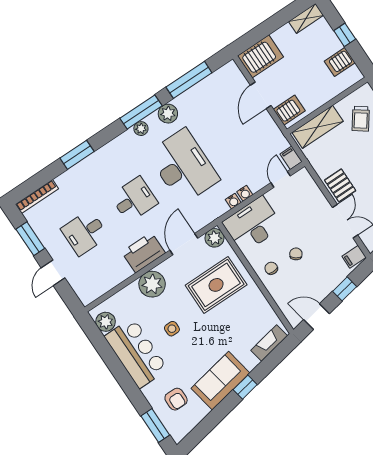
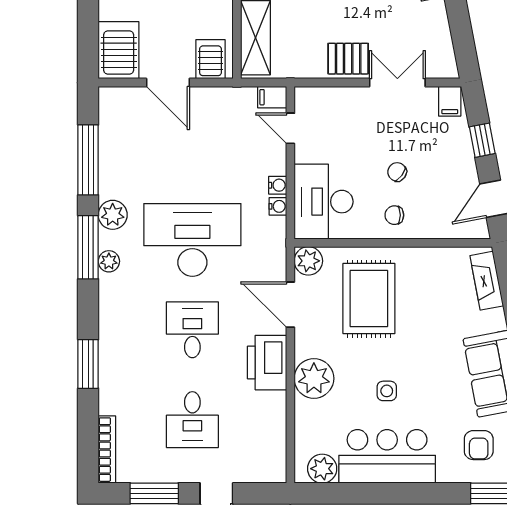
armchair: (176, 399) -> (479, 445), turned 90

